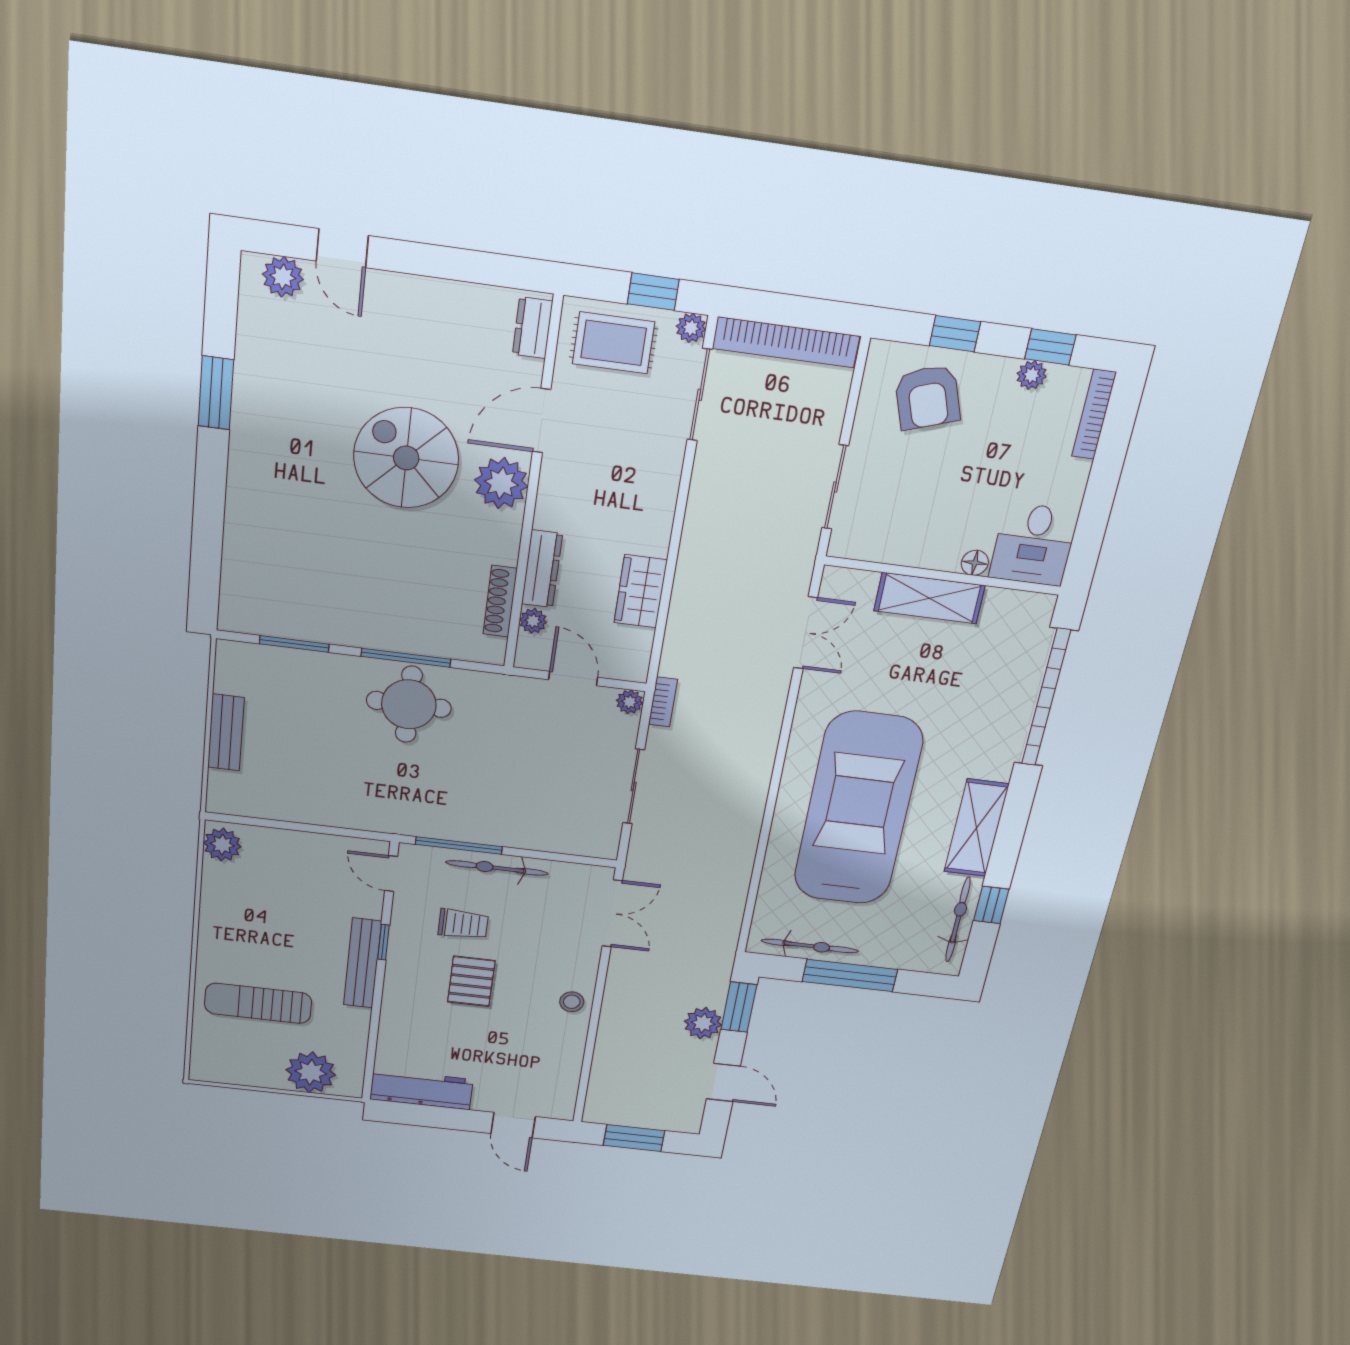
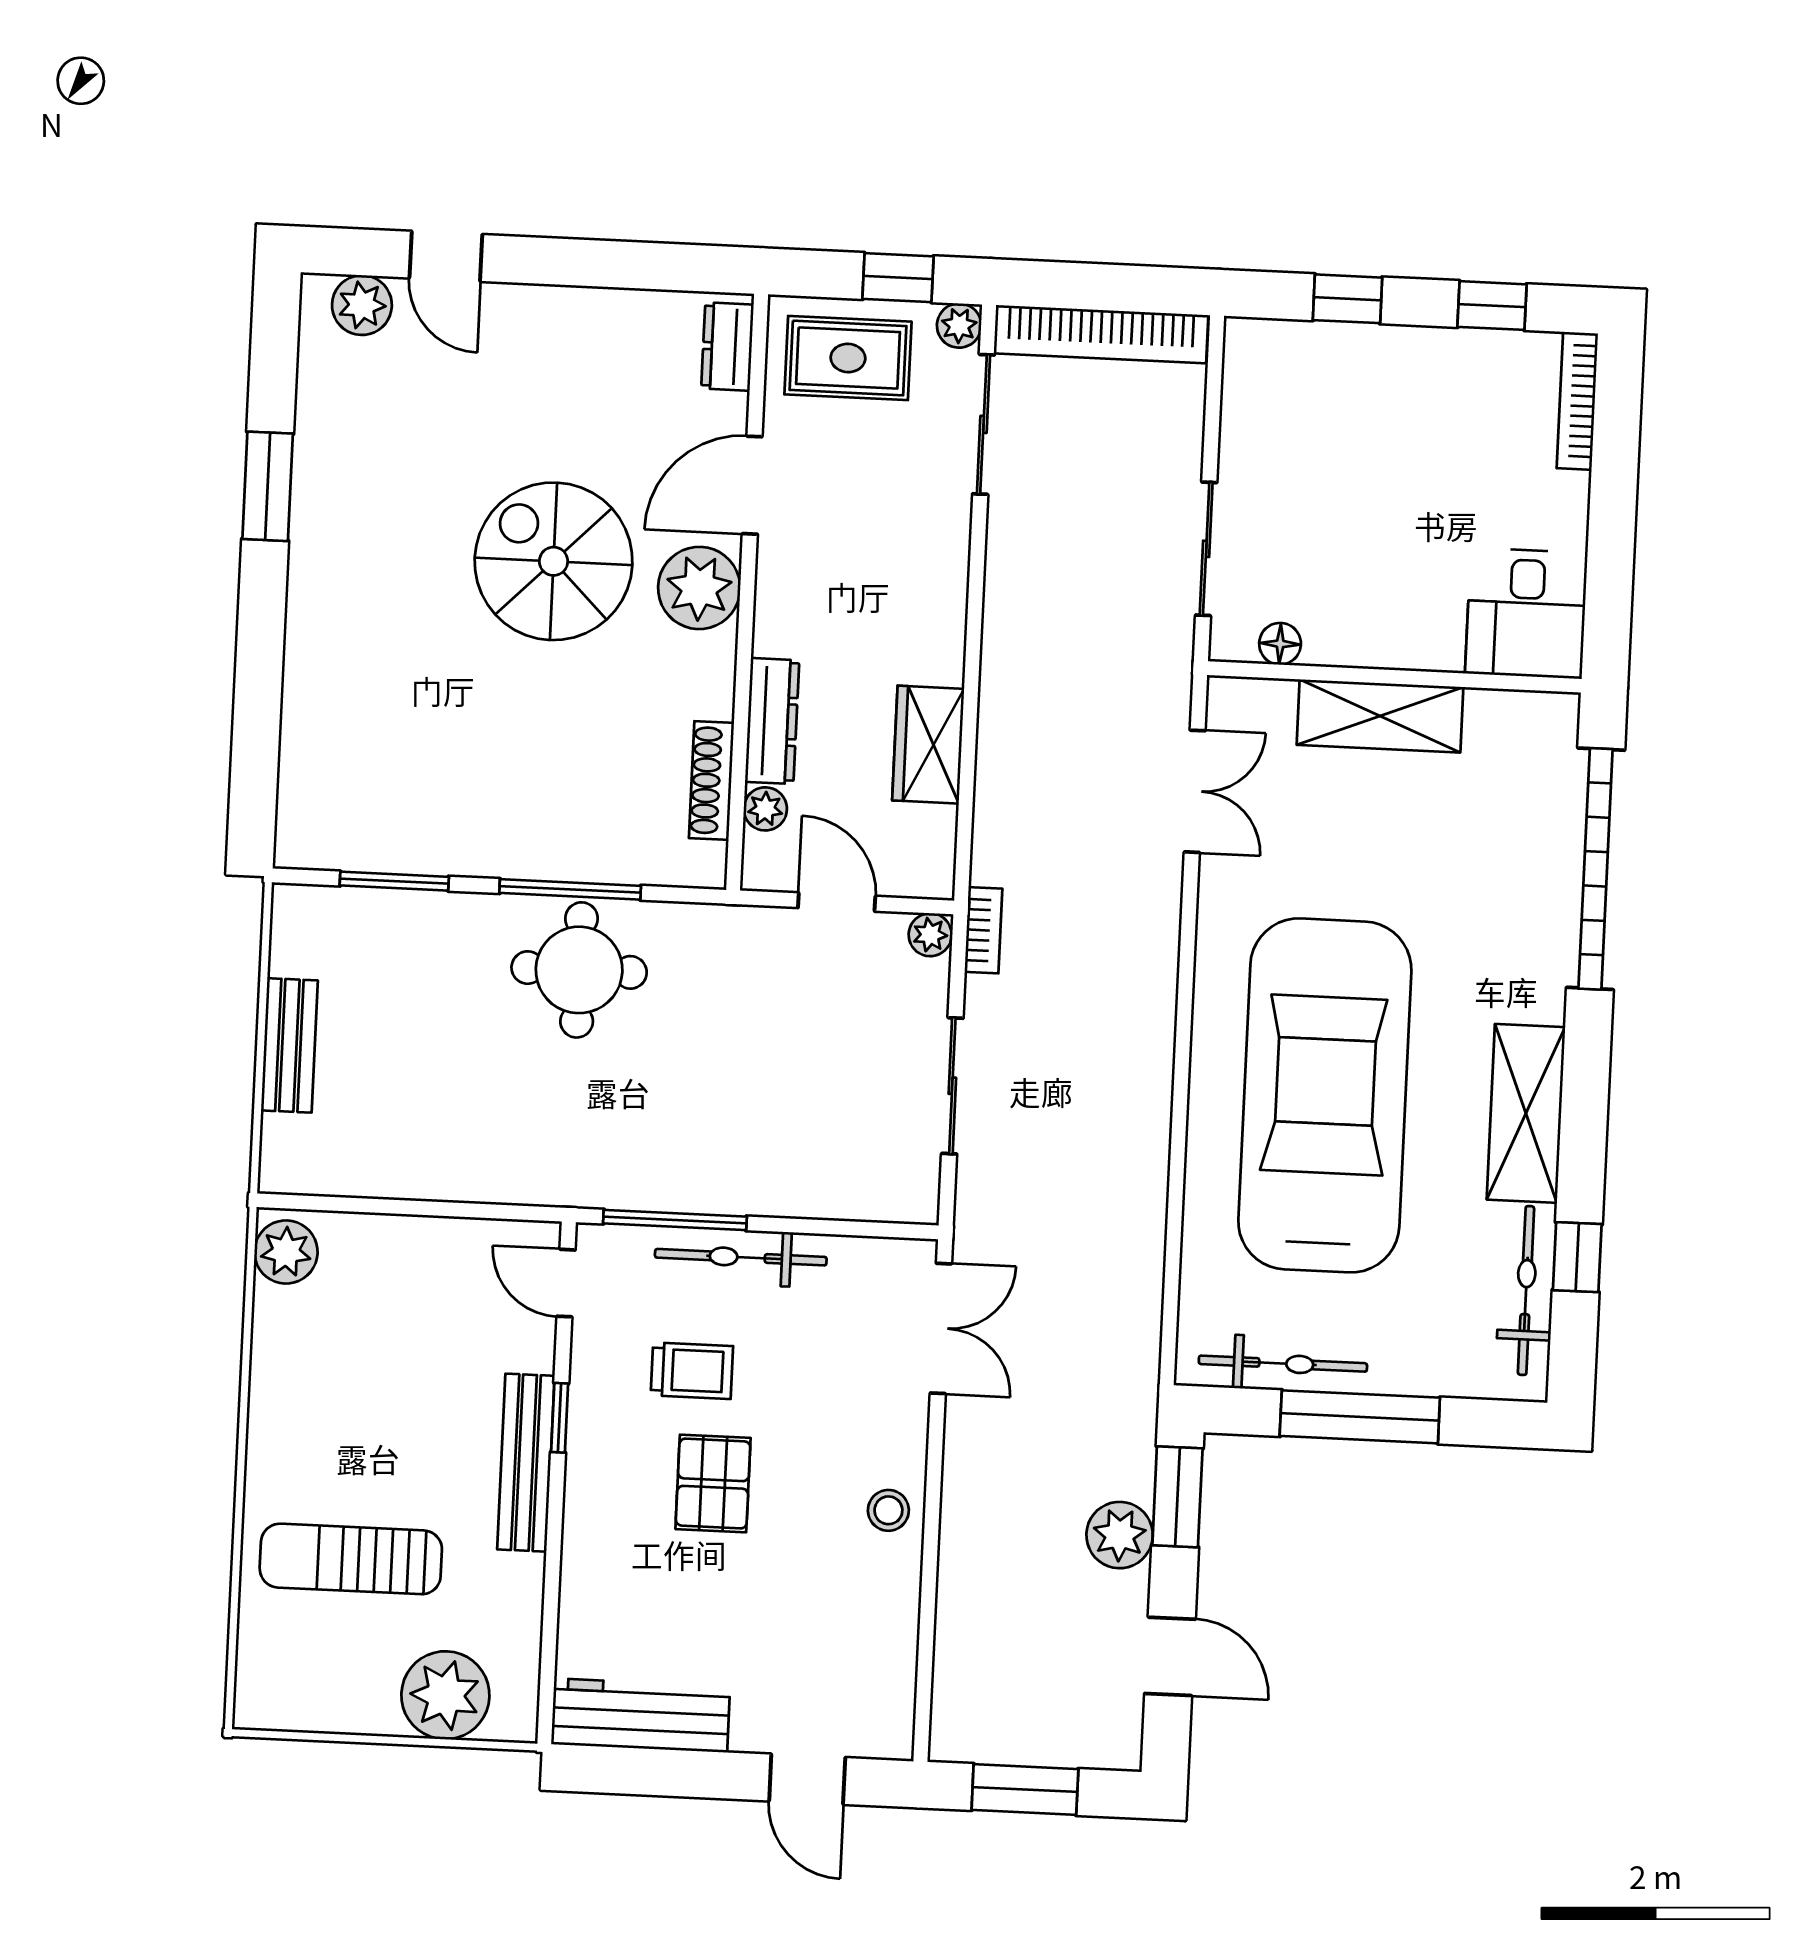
plant: (1032, 375) -> (1472, 350), removed
armchair: (927, 397) -> (1323, 397), removed
floor lamp: (975, 563) -> (1280, 644), moved

